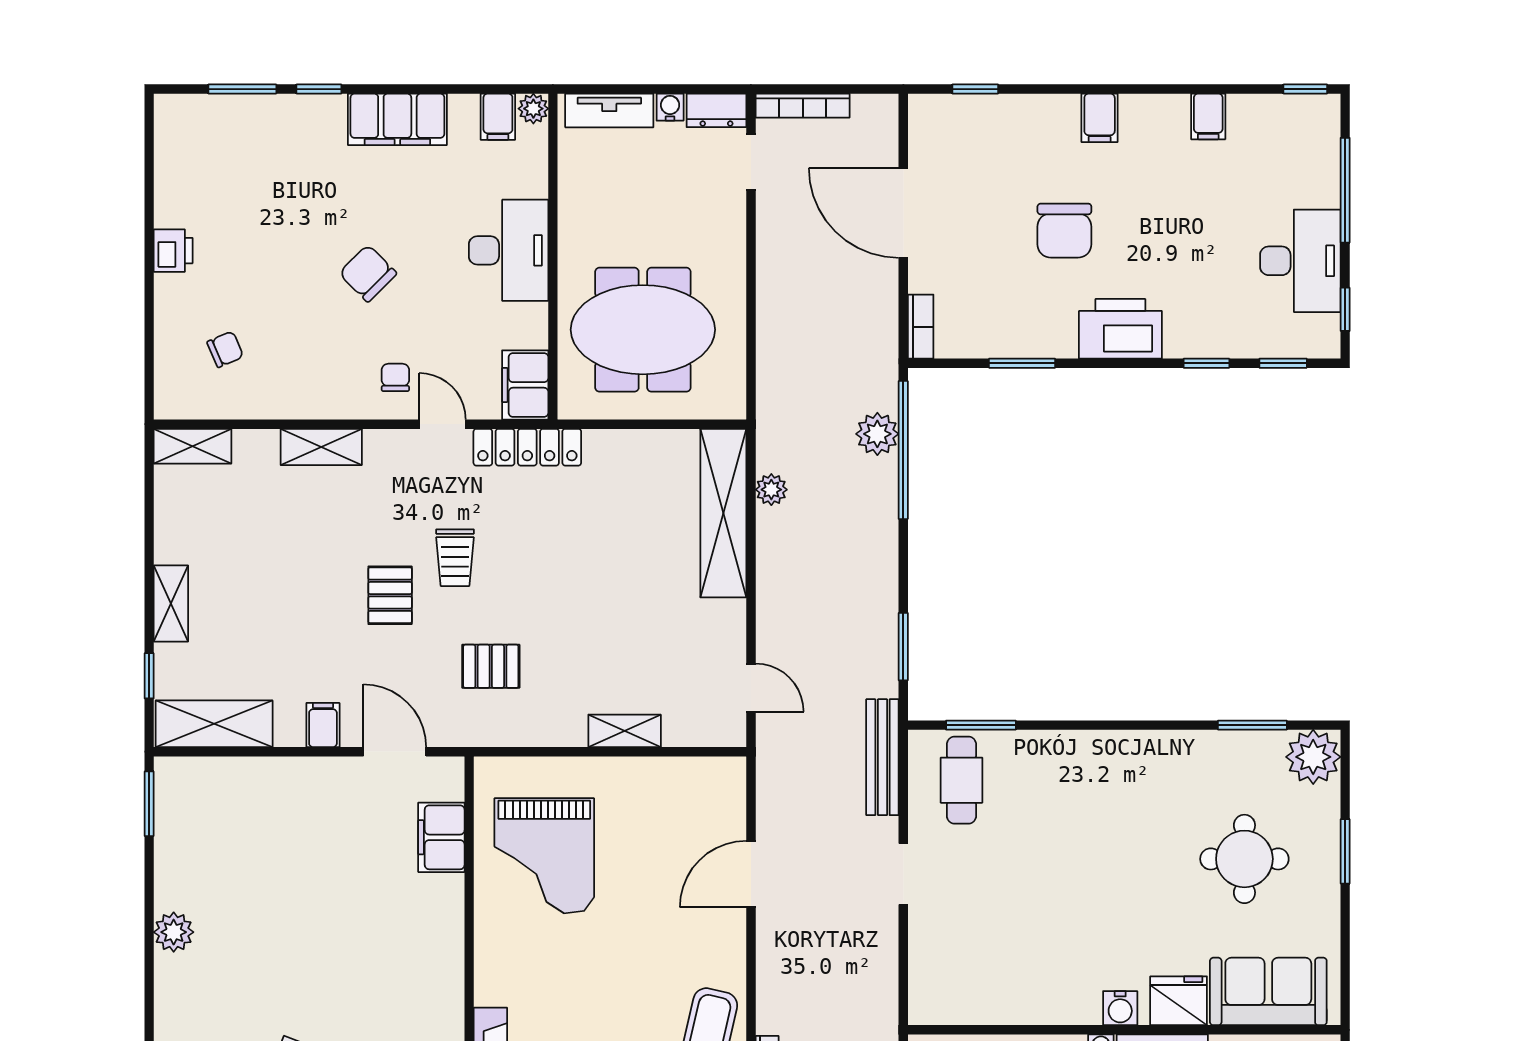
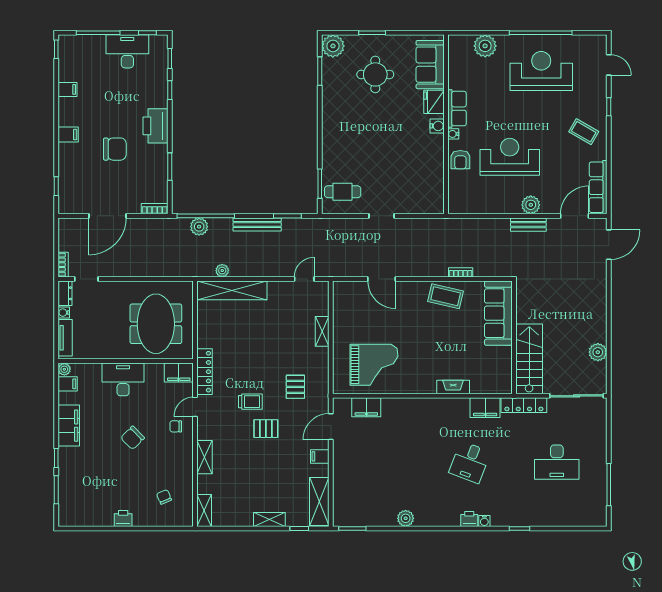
bookcase: (803, 106) -> (63, 265), width x0.64
bench: (882, 757) -> (257, 224), moved

